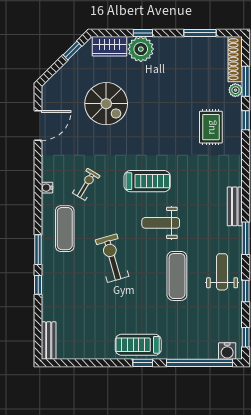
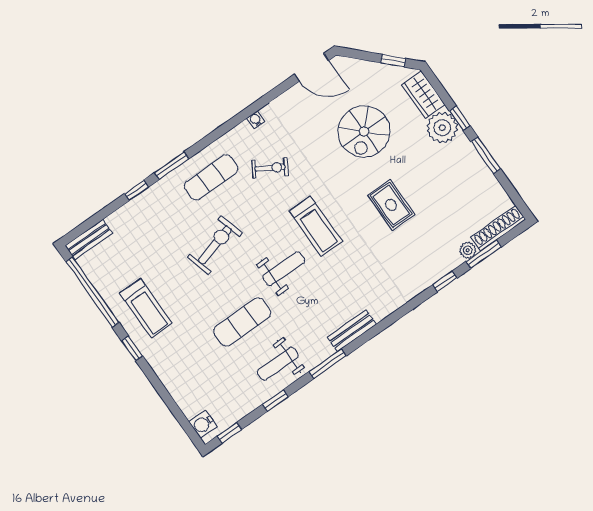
window: (200, 33) -> (486, 155), moved
door: (38, 126) -> (311, 67), moved
rug: (211, 127) -> (391, 205), moved, turned 90
water cooler: (47, 188) -> (256, 120), moved
weight bench: (161, 223) -> (284, 269), turned 90
weight bench: (222, 272) -> (278, 364), turned 180
treadmill: (138, 345) -> (146, 308), moved, turned 180
window: (199, 363) -> (92, 292), moved

